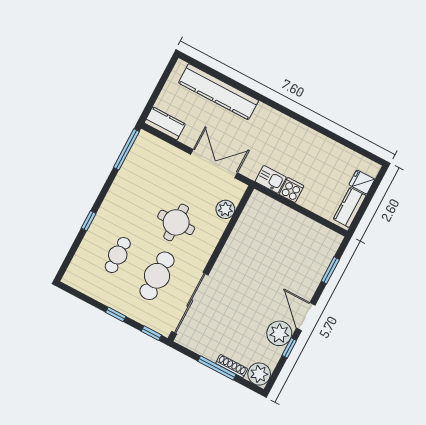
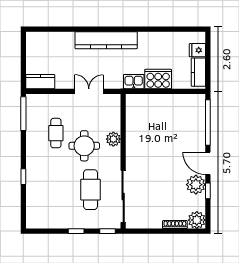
kitchen counter: (219, 92) -> (106, 40), moved
double door: (214, 164) -> (89, 91), width x0.73
cooker: (291, 190) -> (158, 79), width x1.87, depth x1.31
plant: (225, 209) -> (113, 139), moved
cafe table: (118, 255) -> (56, 133), moved
window: (330, 270) -> (208, 123), width x2.11
window: (217, 368) -> (165, 231), removed

